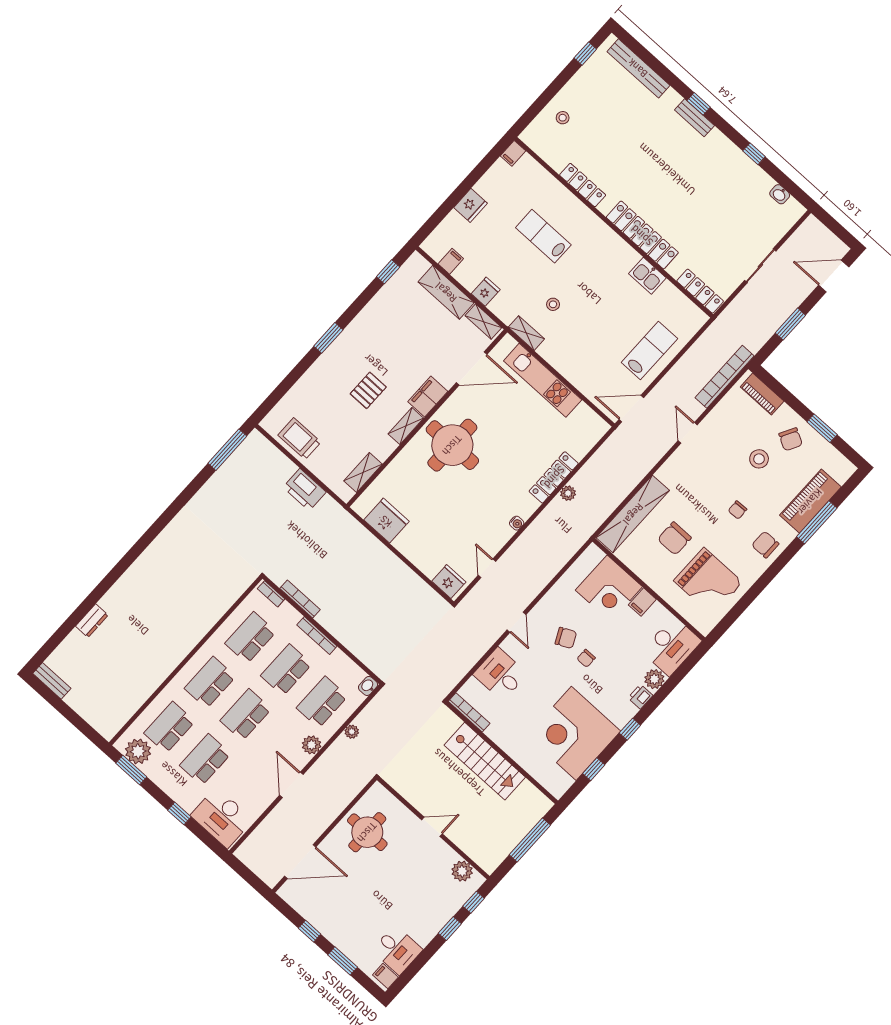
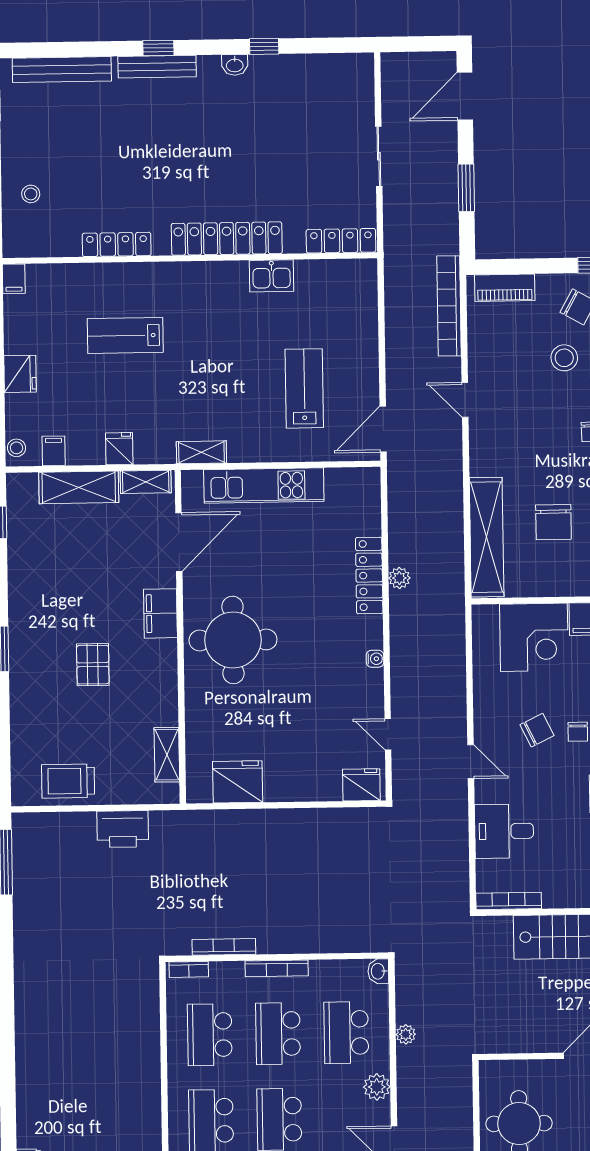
bench: (694, 118) -> (157, 67), width x1.36
washbasin: (780, 194) -> (235, 65), moved
stool: (553, 304) -> (17, 448), moved
lab bench: (649, 350) -> (304, 388), moved
shelving: (406, 426) -> (166, 665), removed

